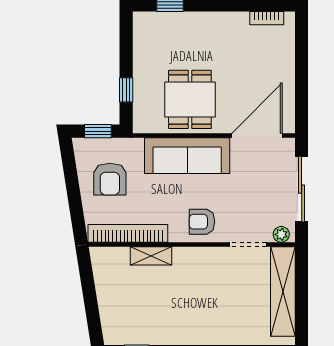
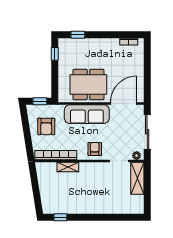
window: (126, 90) -> (55, 54), moved
dining table: (190, 99) -> (88, 84), width x1.38
armchair: (202, 222) -> (95, 149), turned 90
shelving: (283, 292) -> (137, 178), width x0.68

